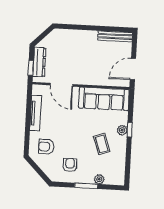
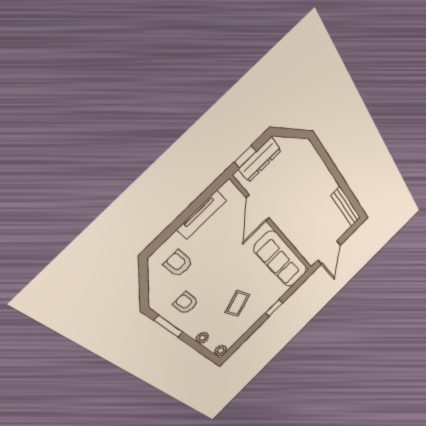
door: (133, 69) -> (329, 252), swing flipped
plant: (122, 130) -> (221, 351), moved
armchair: (70, 165) -> (186, 303), turned -90
window: (86, 186) -> (169, 326), moved

